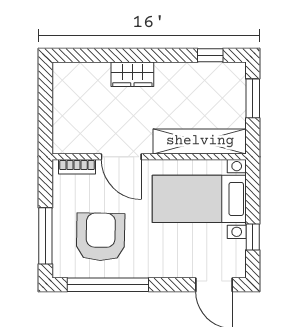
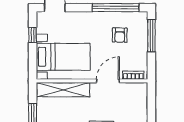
door: (121, 157) -> (108, 81), hinge flipped
armchair: (101, 237) -> (120, 35), width x0.53, depth x0.53

